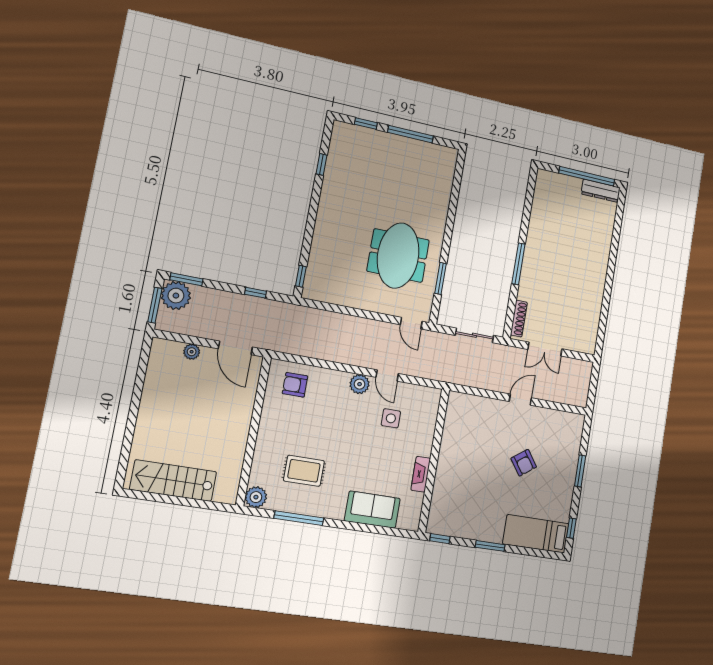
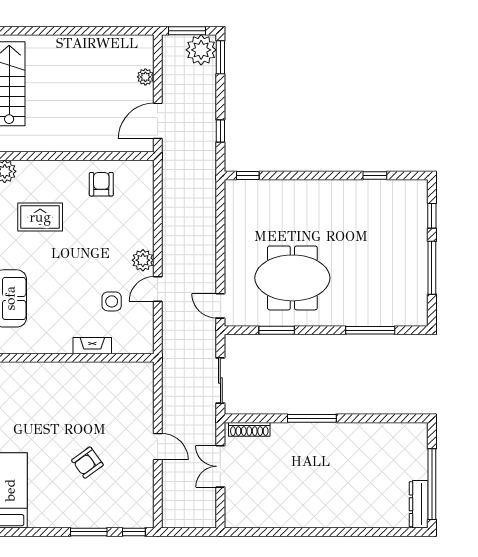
window: (454, 199) -> (370, 330), added
door: (411, 323) -> (220, 306), hinge flipped
armchair: (295, 385) -> (101, 184), moved
rug: (304, 471) -> (40, 217), turned 90
fireplace: (421, 474) -> (92, 346), moved
window: (571, 528) -> (134, 532), moved

